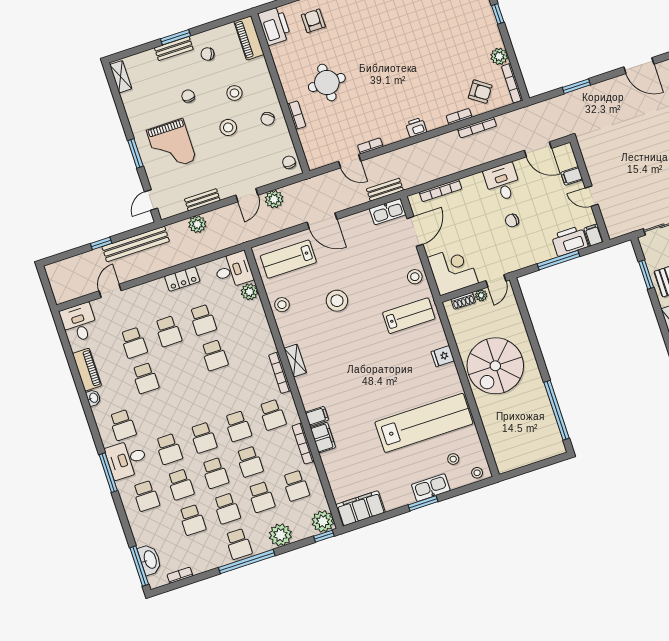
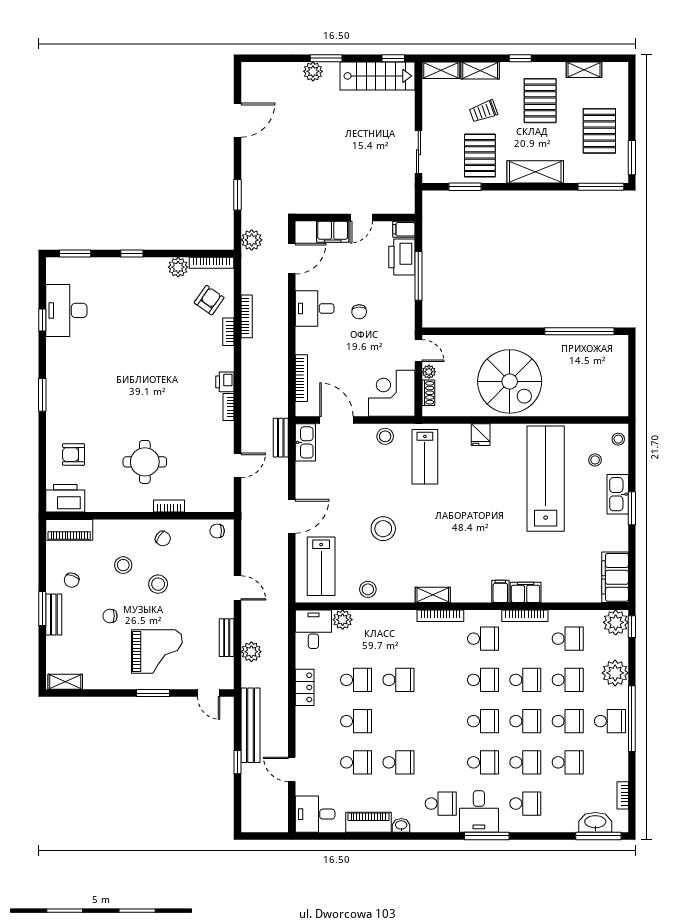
bookcase: (370, 146) -> (229, 407), moved
filing cabinet: (572, 176) -> (333, 232), width x2.00
plant: (274, 199) -> (252, 240), moved
lab bench: (409, 316) -> (425, 457), turned 180

